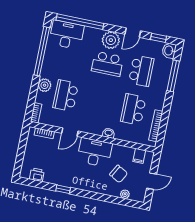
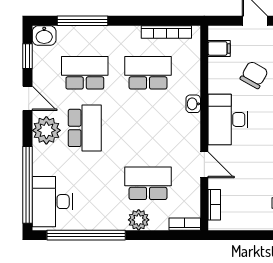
school desk: (66, 96) -> (148, 183), turned 180
school desk: (133, 109) -> (148, 73), turned 180

